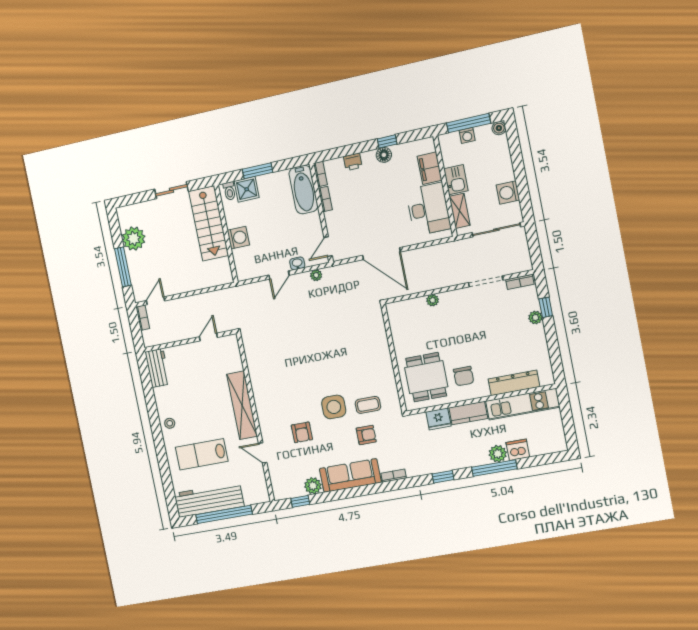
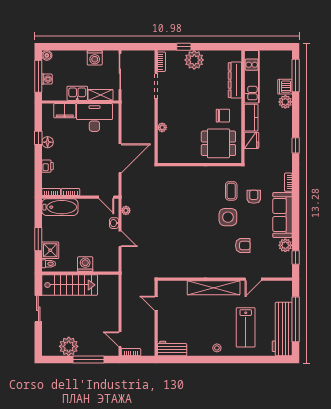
plant: (535, 318) -> (194, 60), width x1.88, depth x1.88
window: (494, 468) -> (296, 75), moved

